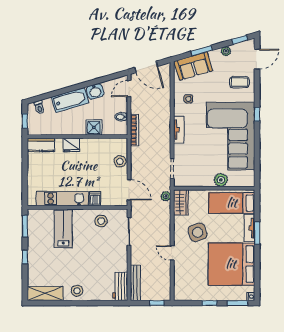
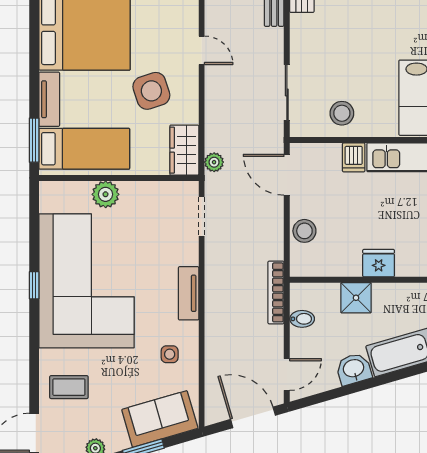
window: (257, 114) -> (34, 285), moved
fridge: (71, 145) -> (379, 263), moved
window: (257, 233) -> (34, 140), moved

